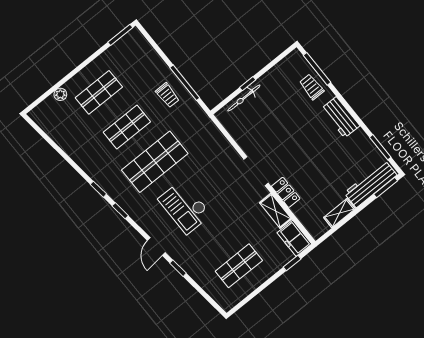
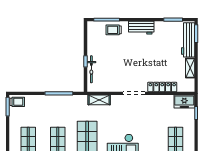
trolley: (167, 95) -> (17, 102), moved
locker: (286, 192) -> (162, 87), width x1.53
shelving: (276, 211) -> (99, 100), moved

